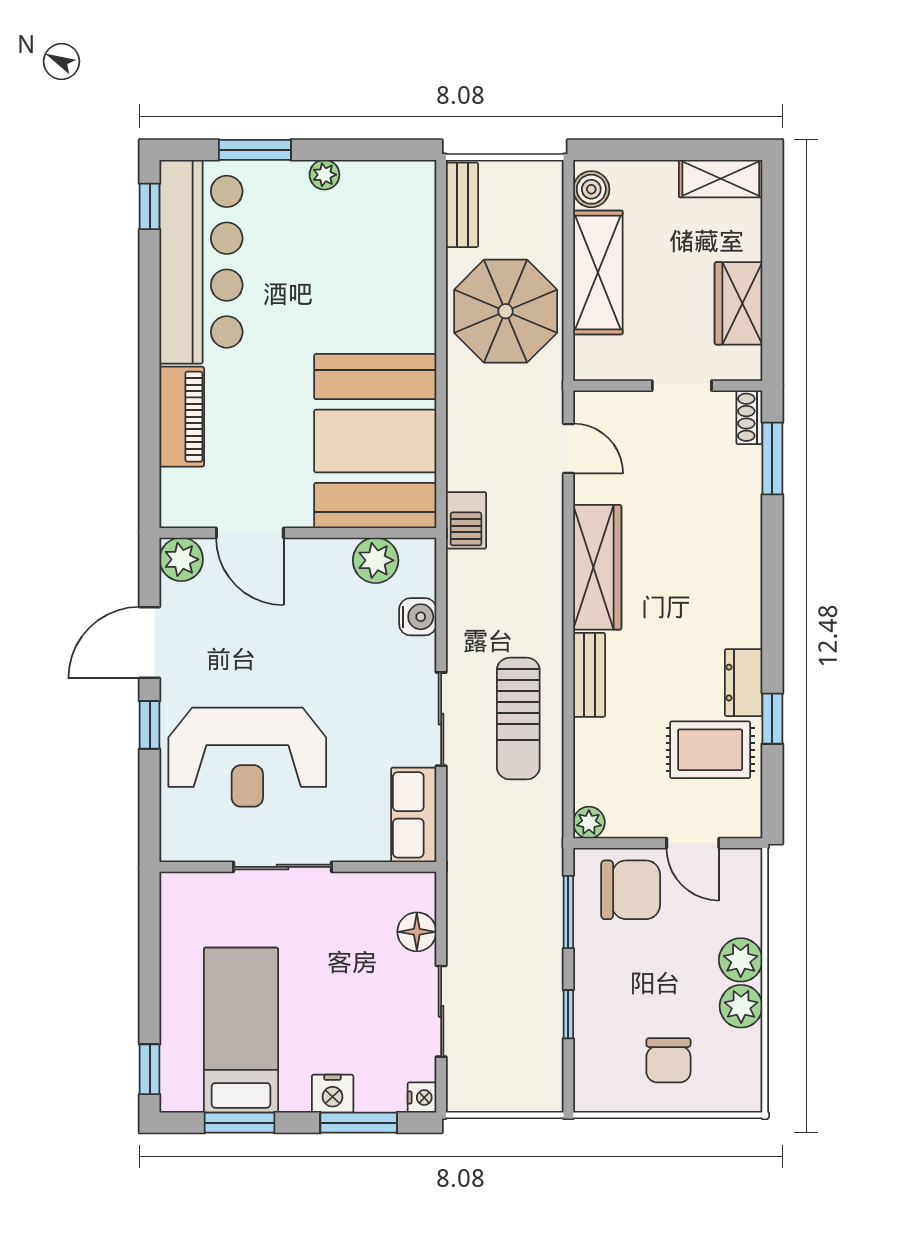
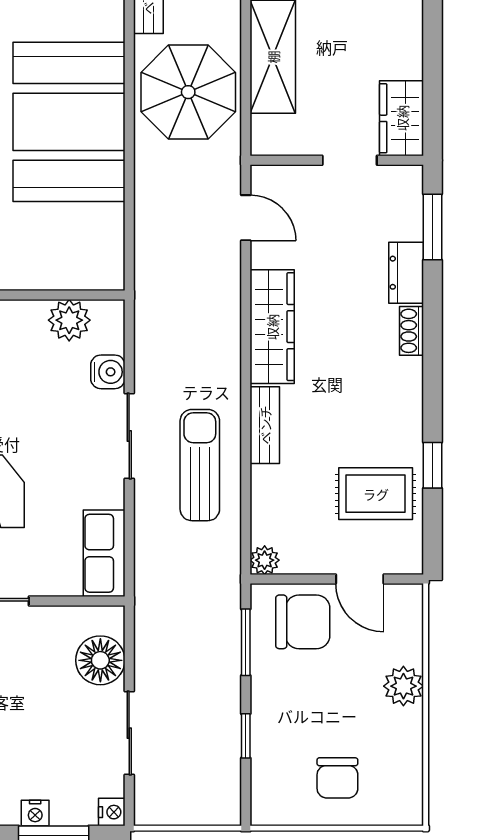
wardrobe: (739, 303) -> (402, 118), moved
shoe rack: (749, 417) -> (412, 331), moved
booth: (375, 441) -> (69, 122), moved
barbecue: (466, 520) -> (152, 284), removed
dresser: (744, 683) -> (406, 273), moved
sliding door: (441, 719) -> (129, 436), moved
sun lounger: (518, 719) -> (200, 465), turned 180
floor lamp: (417, 932) -> (100, 660), width x1.38, depth x1.38
plant: (741, 1006) -> (404, 728), removed
nightstand: (333, 1094) -> (35, 813), width x0.72, depth x0.74

